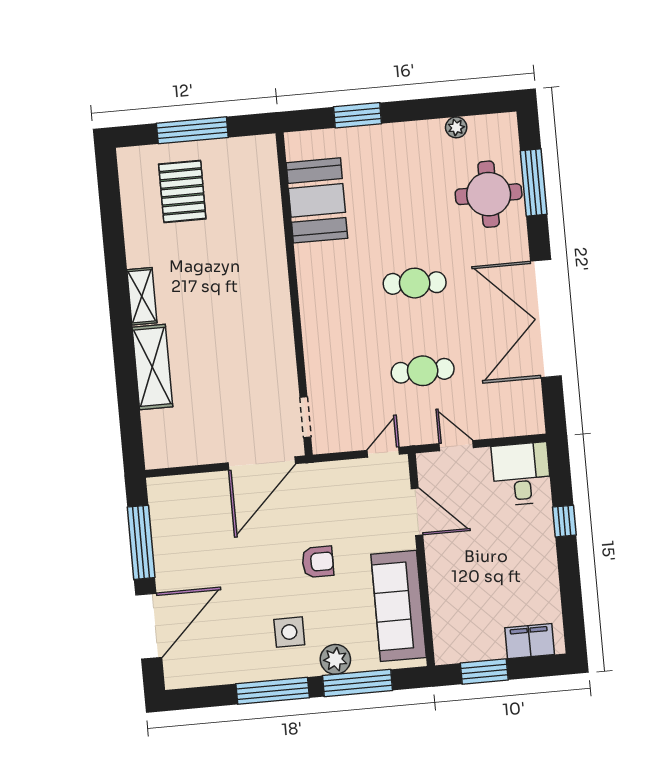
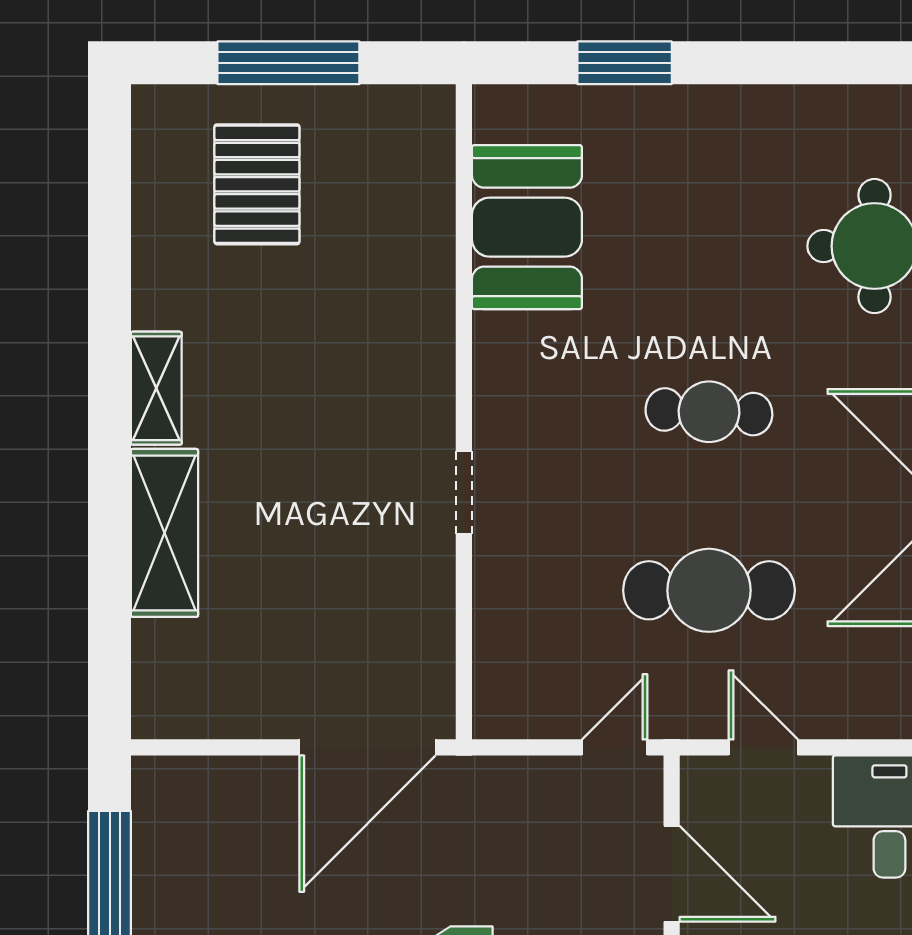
plant: (456, 127) -> (821, 105), removed
cafe table: (423, 371) -> (709, 590), width x1.37, depth x1.35
doorway: (305, 417) -> (464, 493), moved

